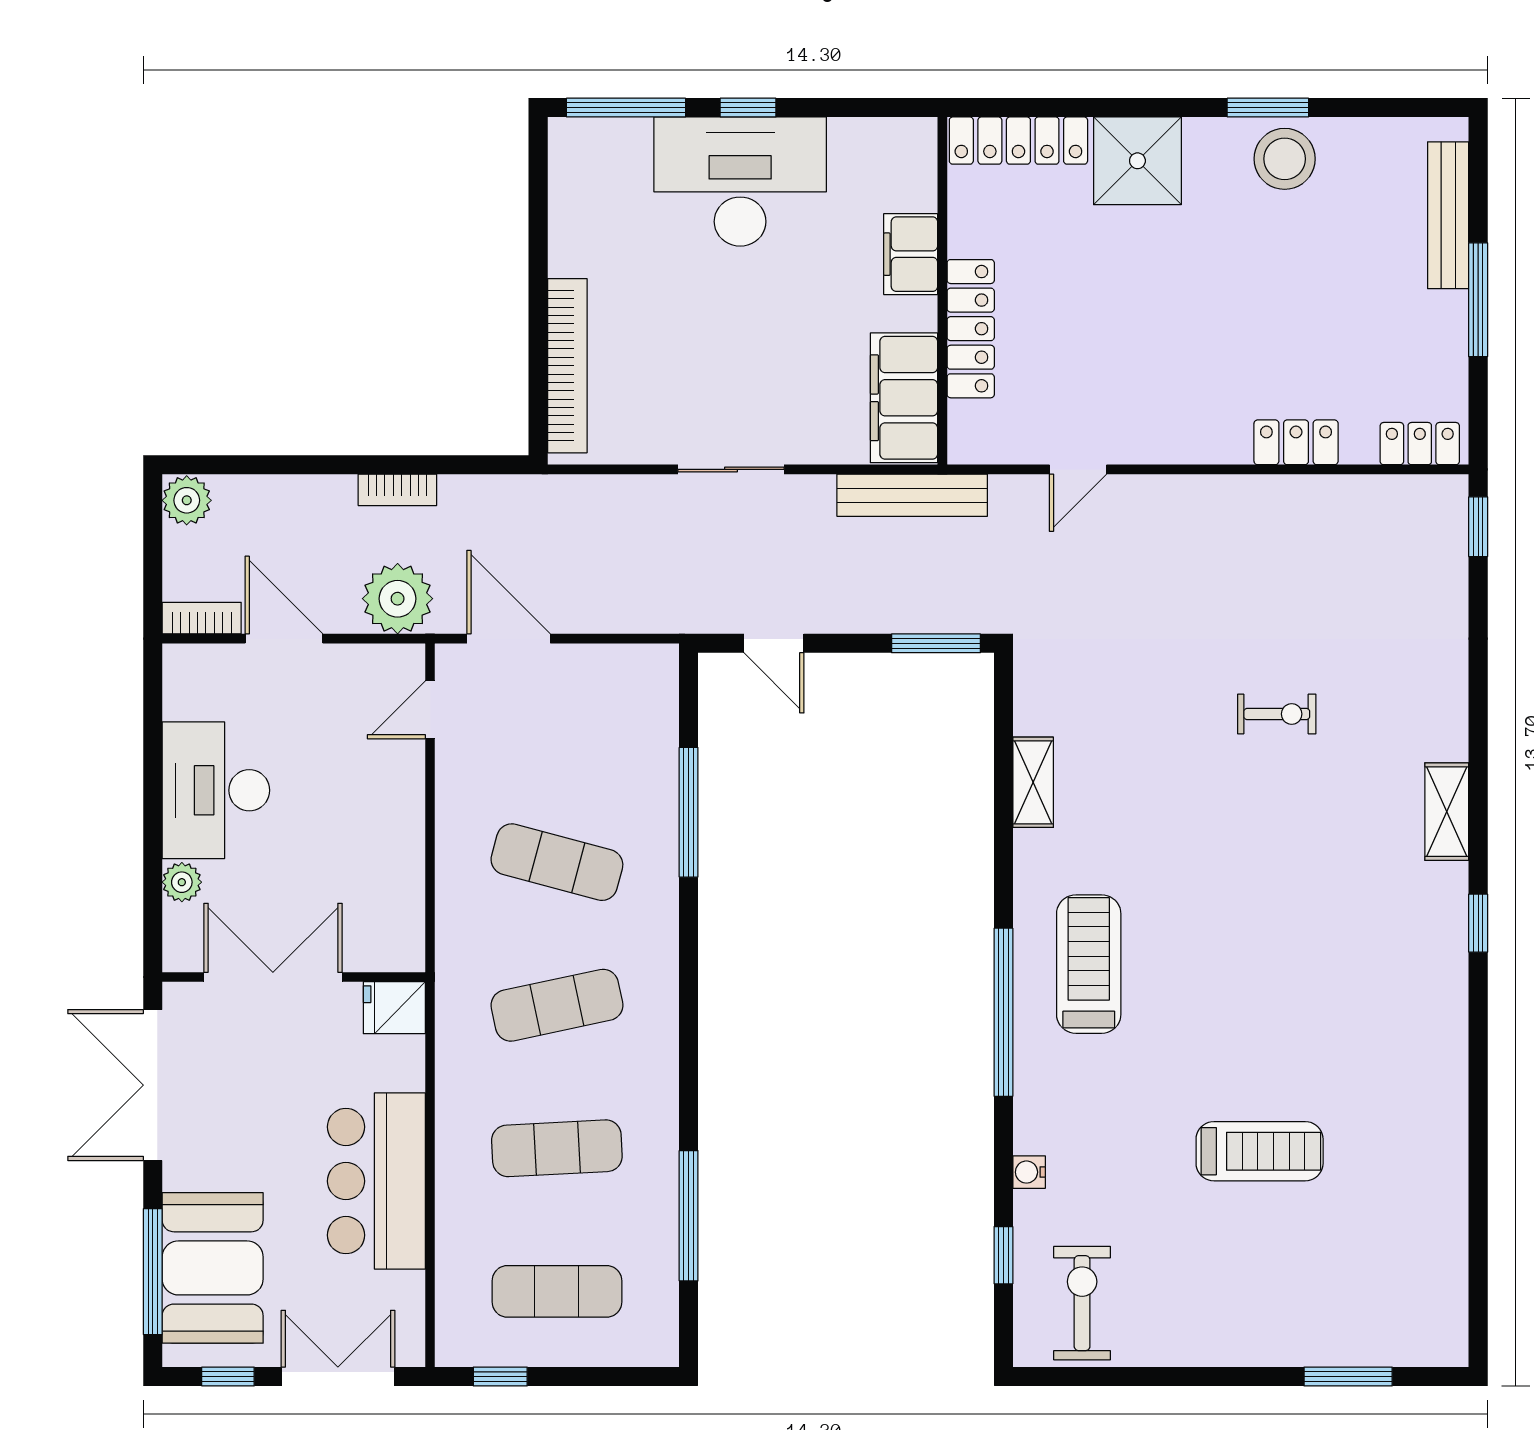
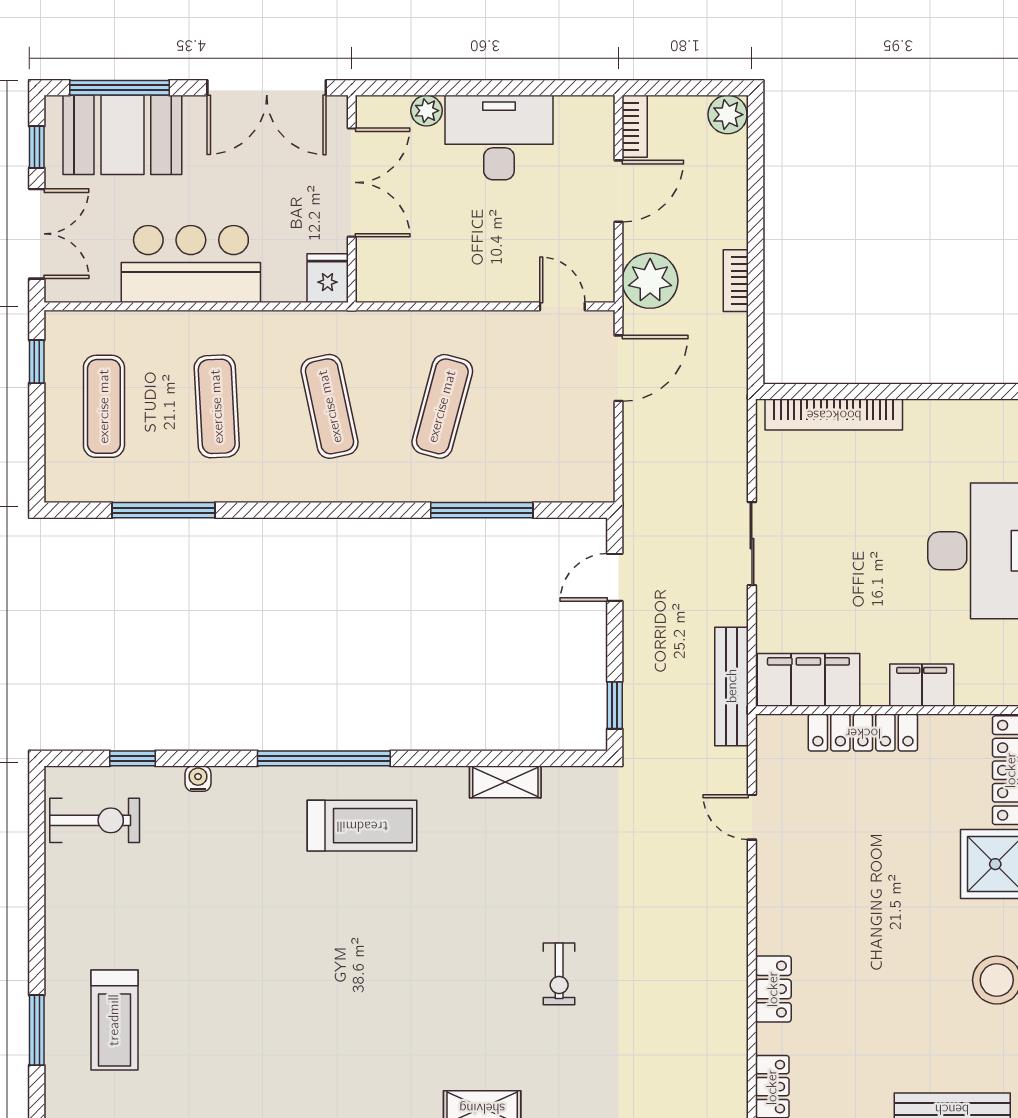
window: (936, 643) -> (615, 705), width x0.67
double door: (153, 1085) -> (267, 88), swing flipped
treadmill: (1260, 1151) -> (114, 1020), moved

